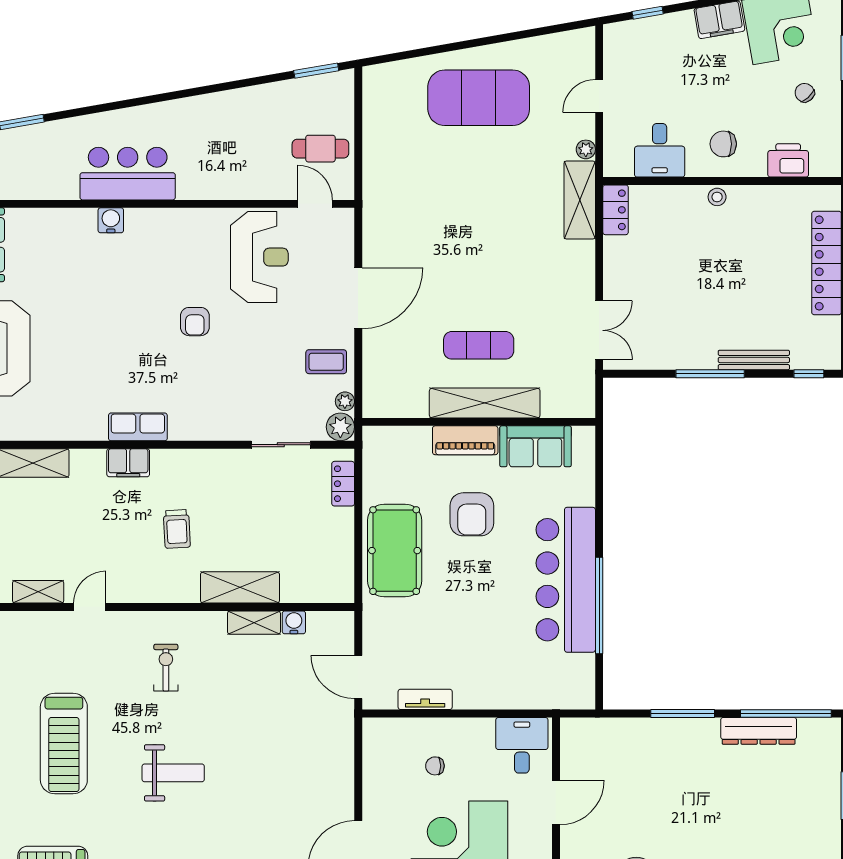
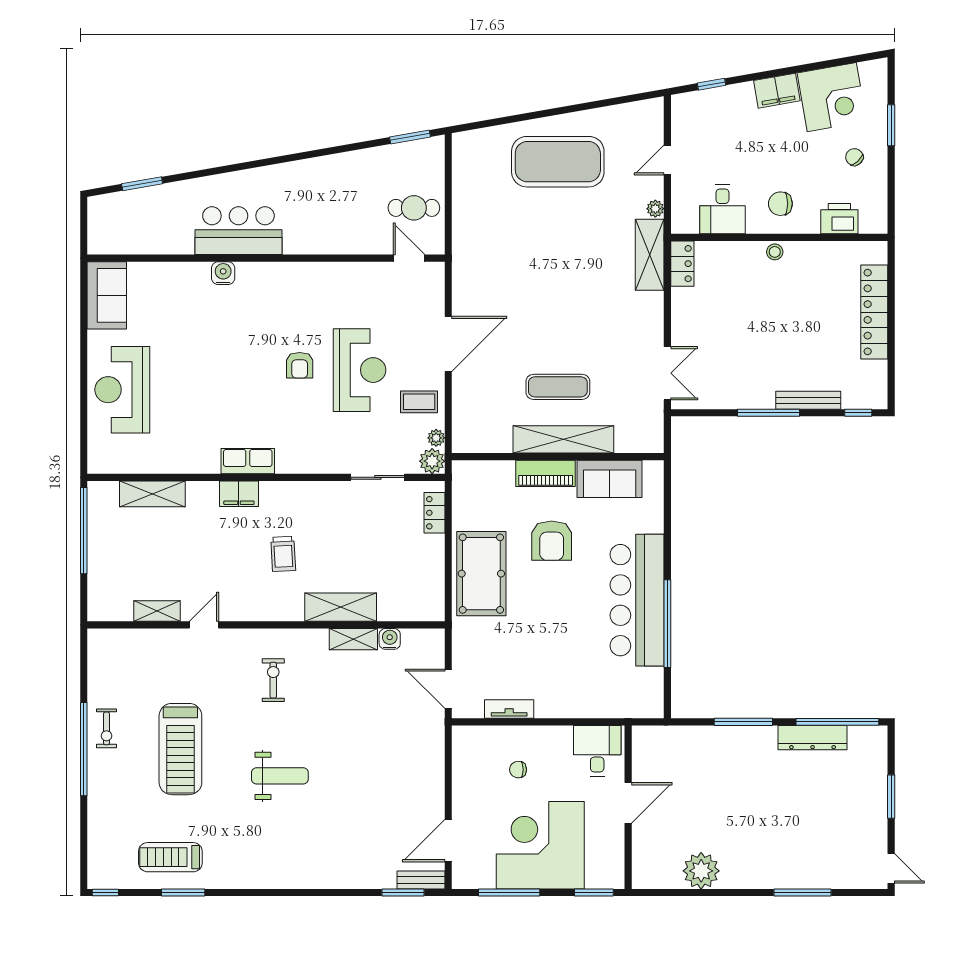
reception desk: (259, 257) -> (360, 370), moved

